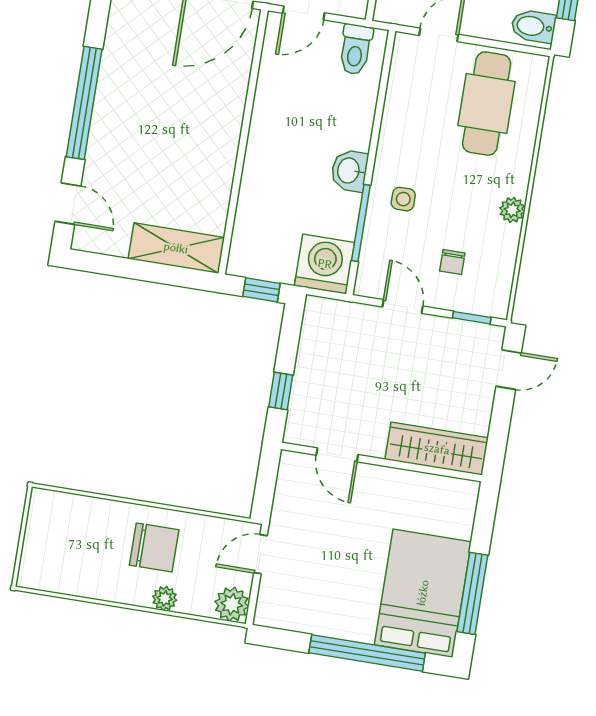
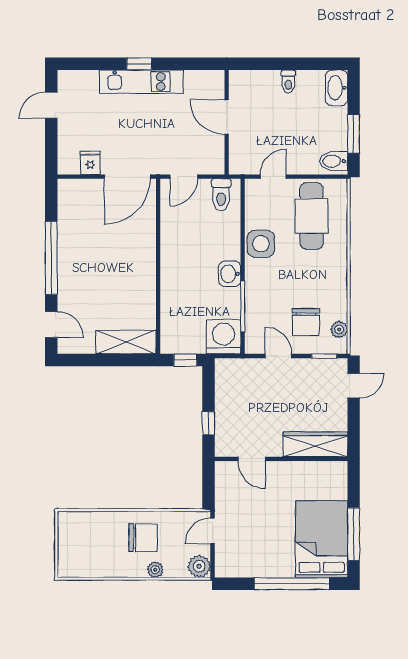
side table: (403, 199) -> (261, 244), moved, width x1.87, depth x1.87
plant: (512, 210) -> (339, 329), moved
chair: (452, 262) -> (306, 322), width x1.87, depth x1.87

